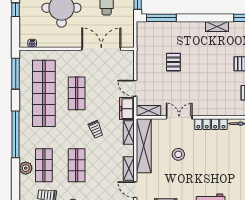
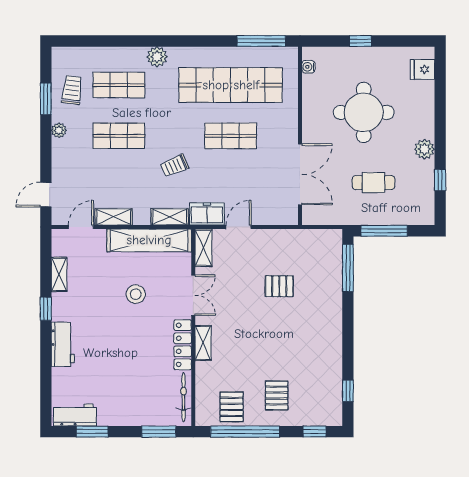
shelving: (217, 27) -> (203, 343), moved
window: (16, 134) -> (167, 41), removed
plant: (26, 168) -> (157, 57), moved

